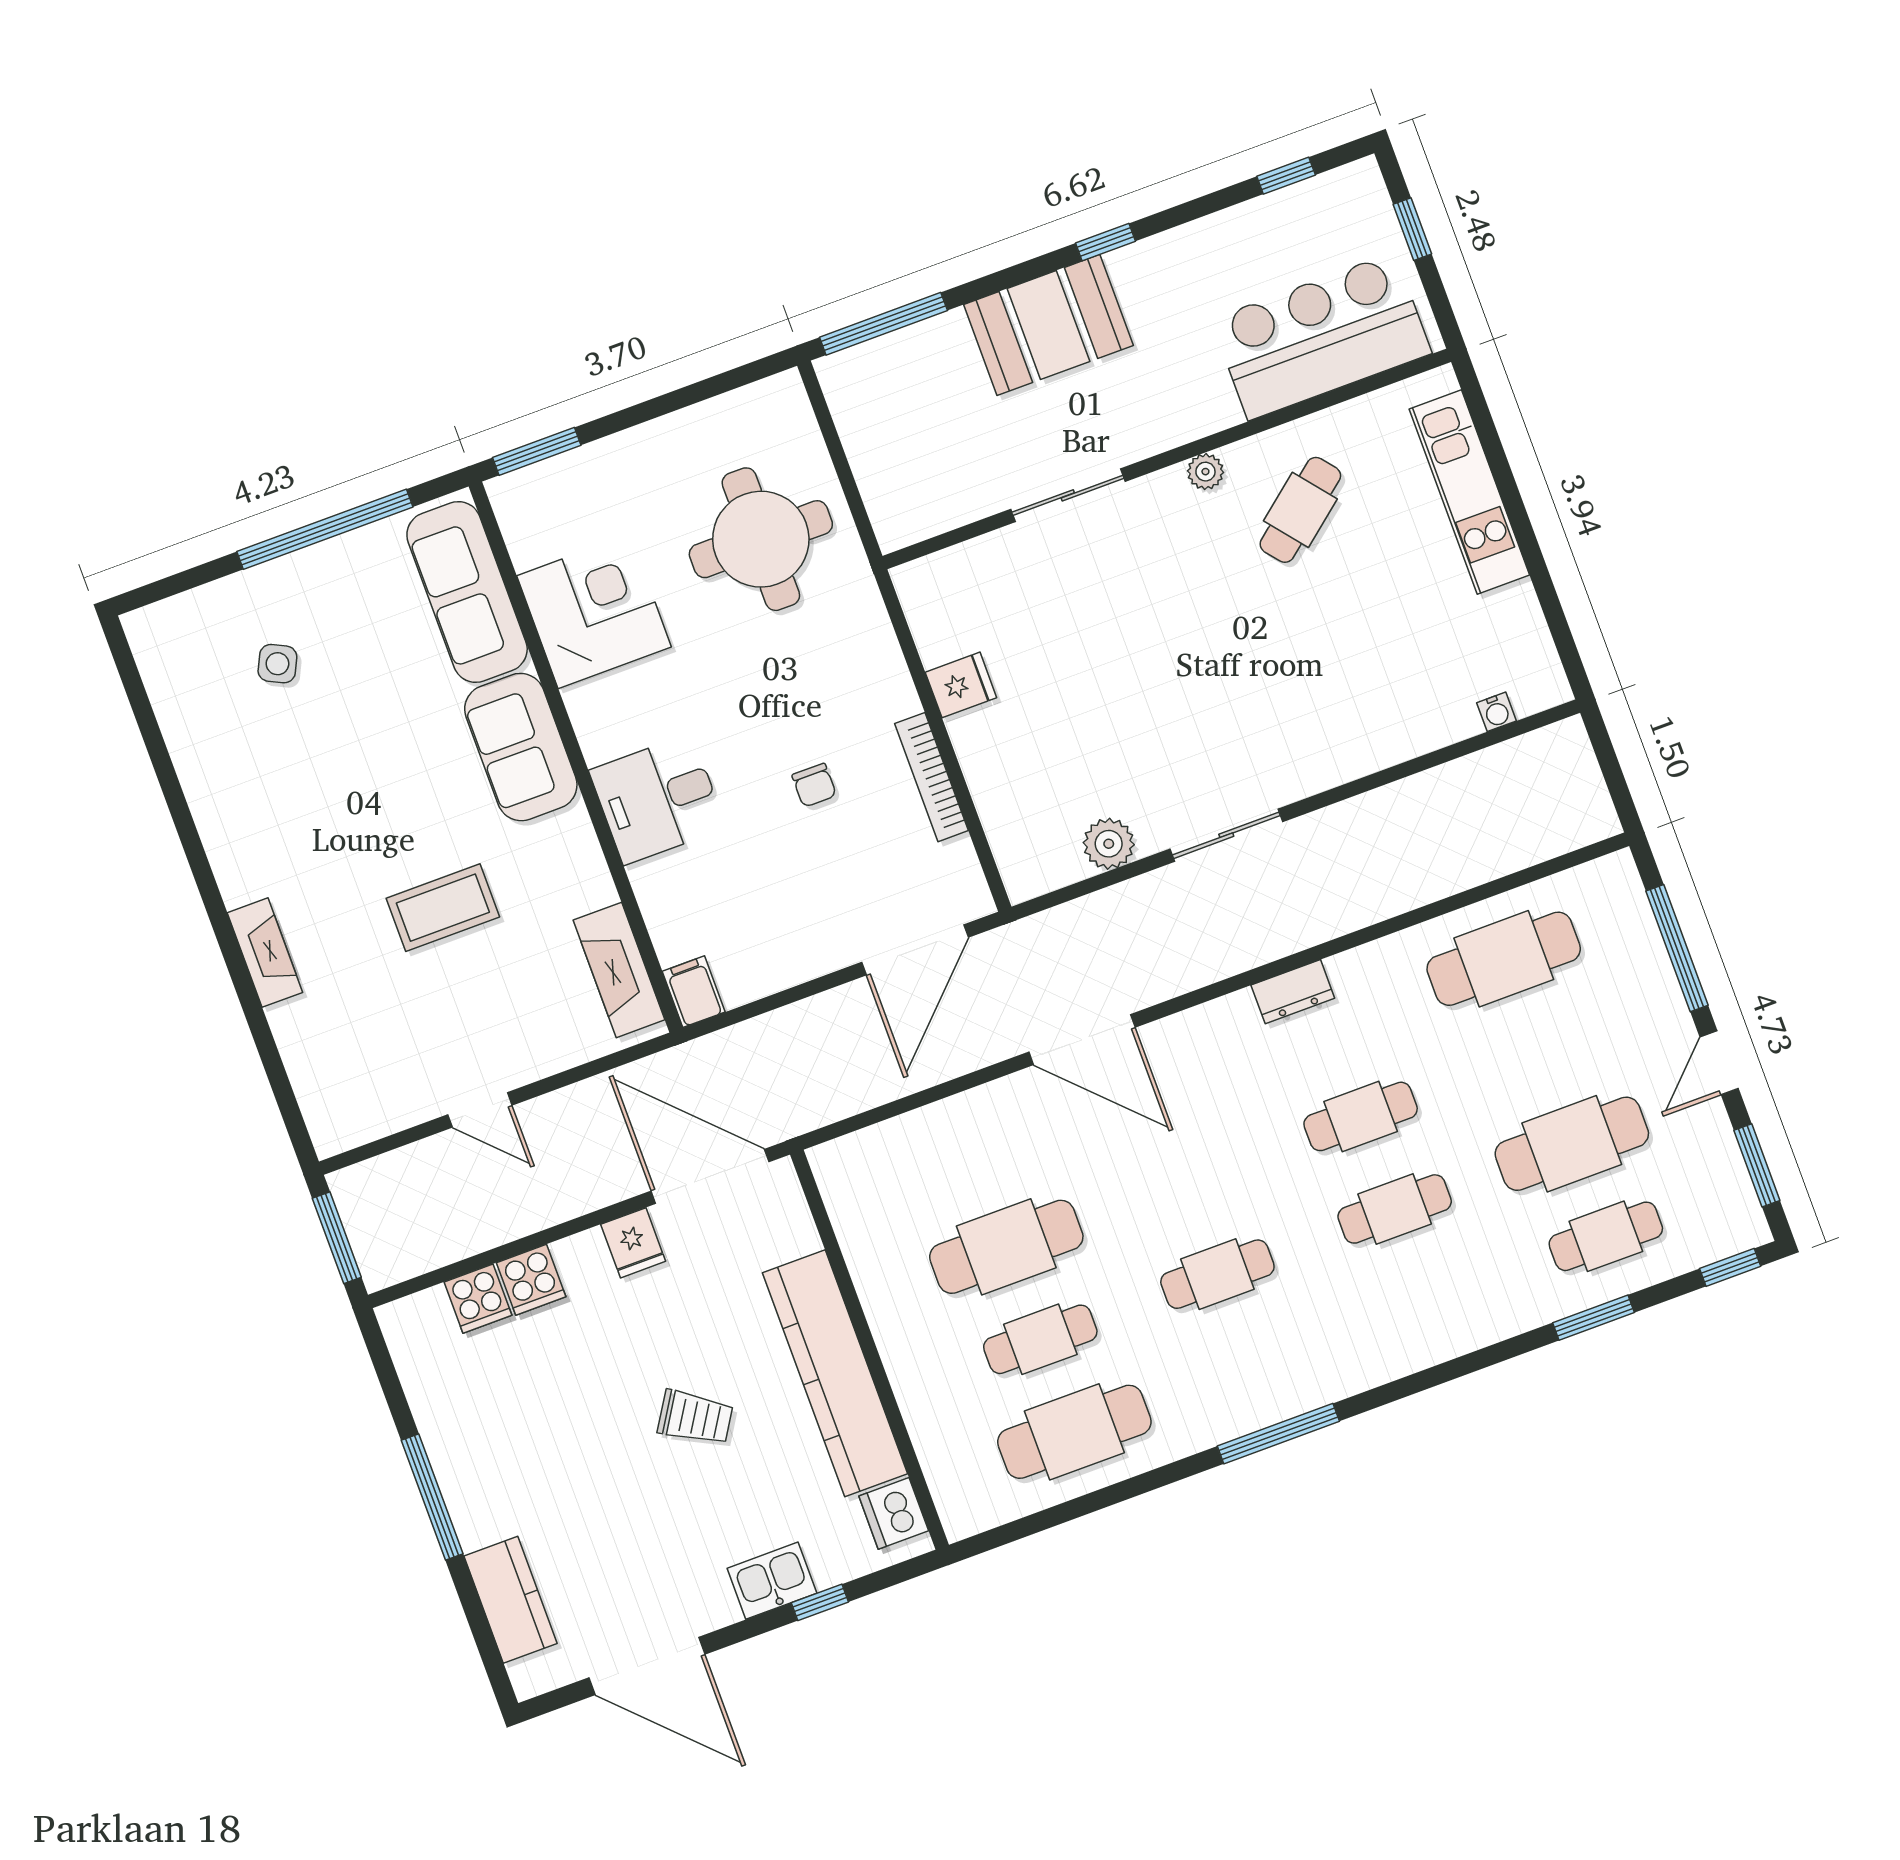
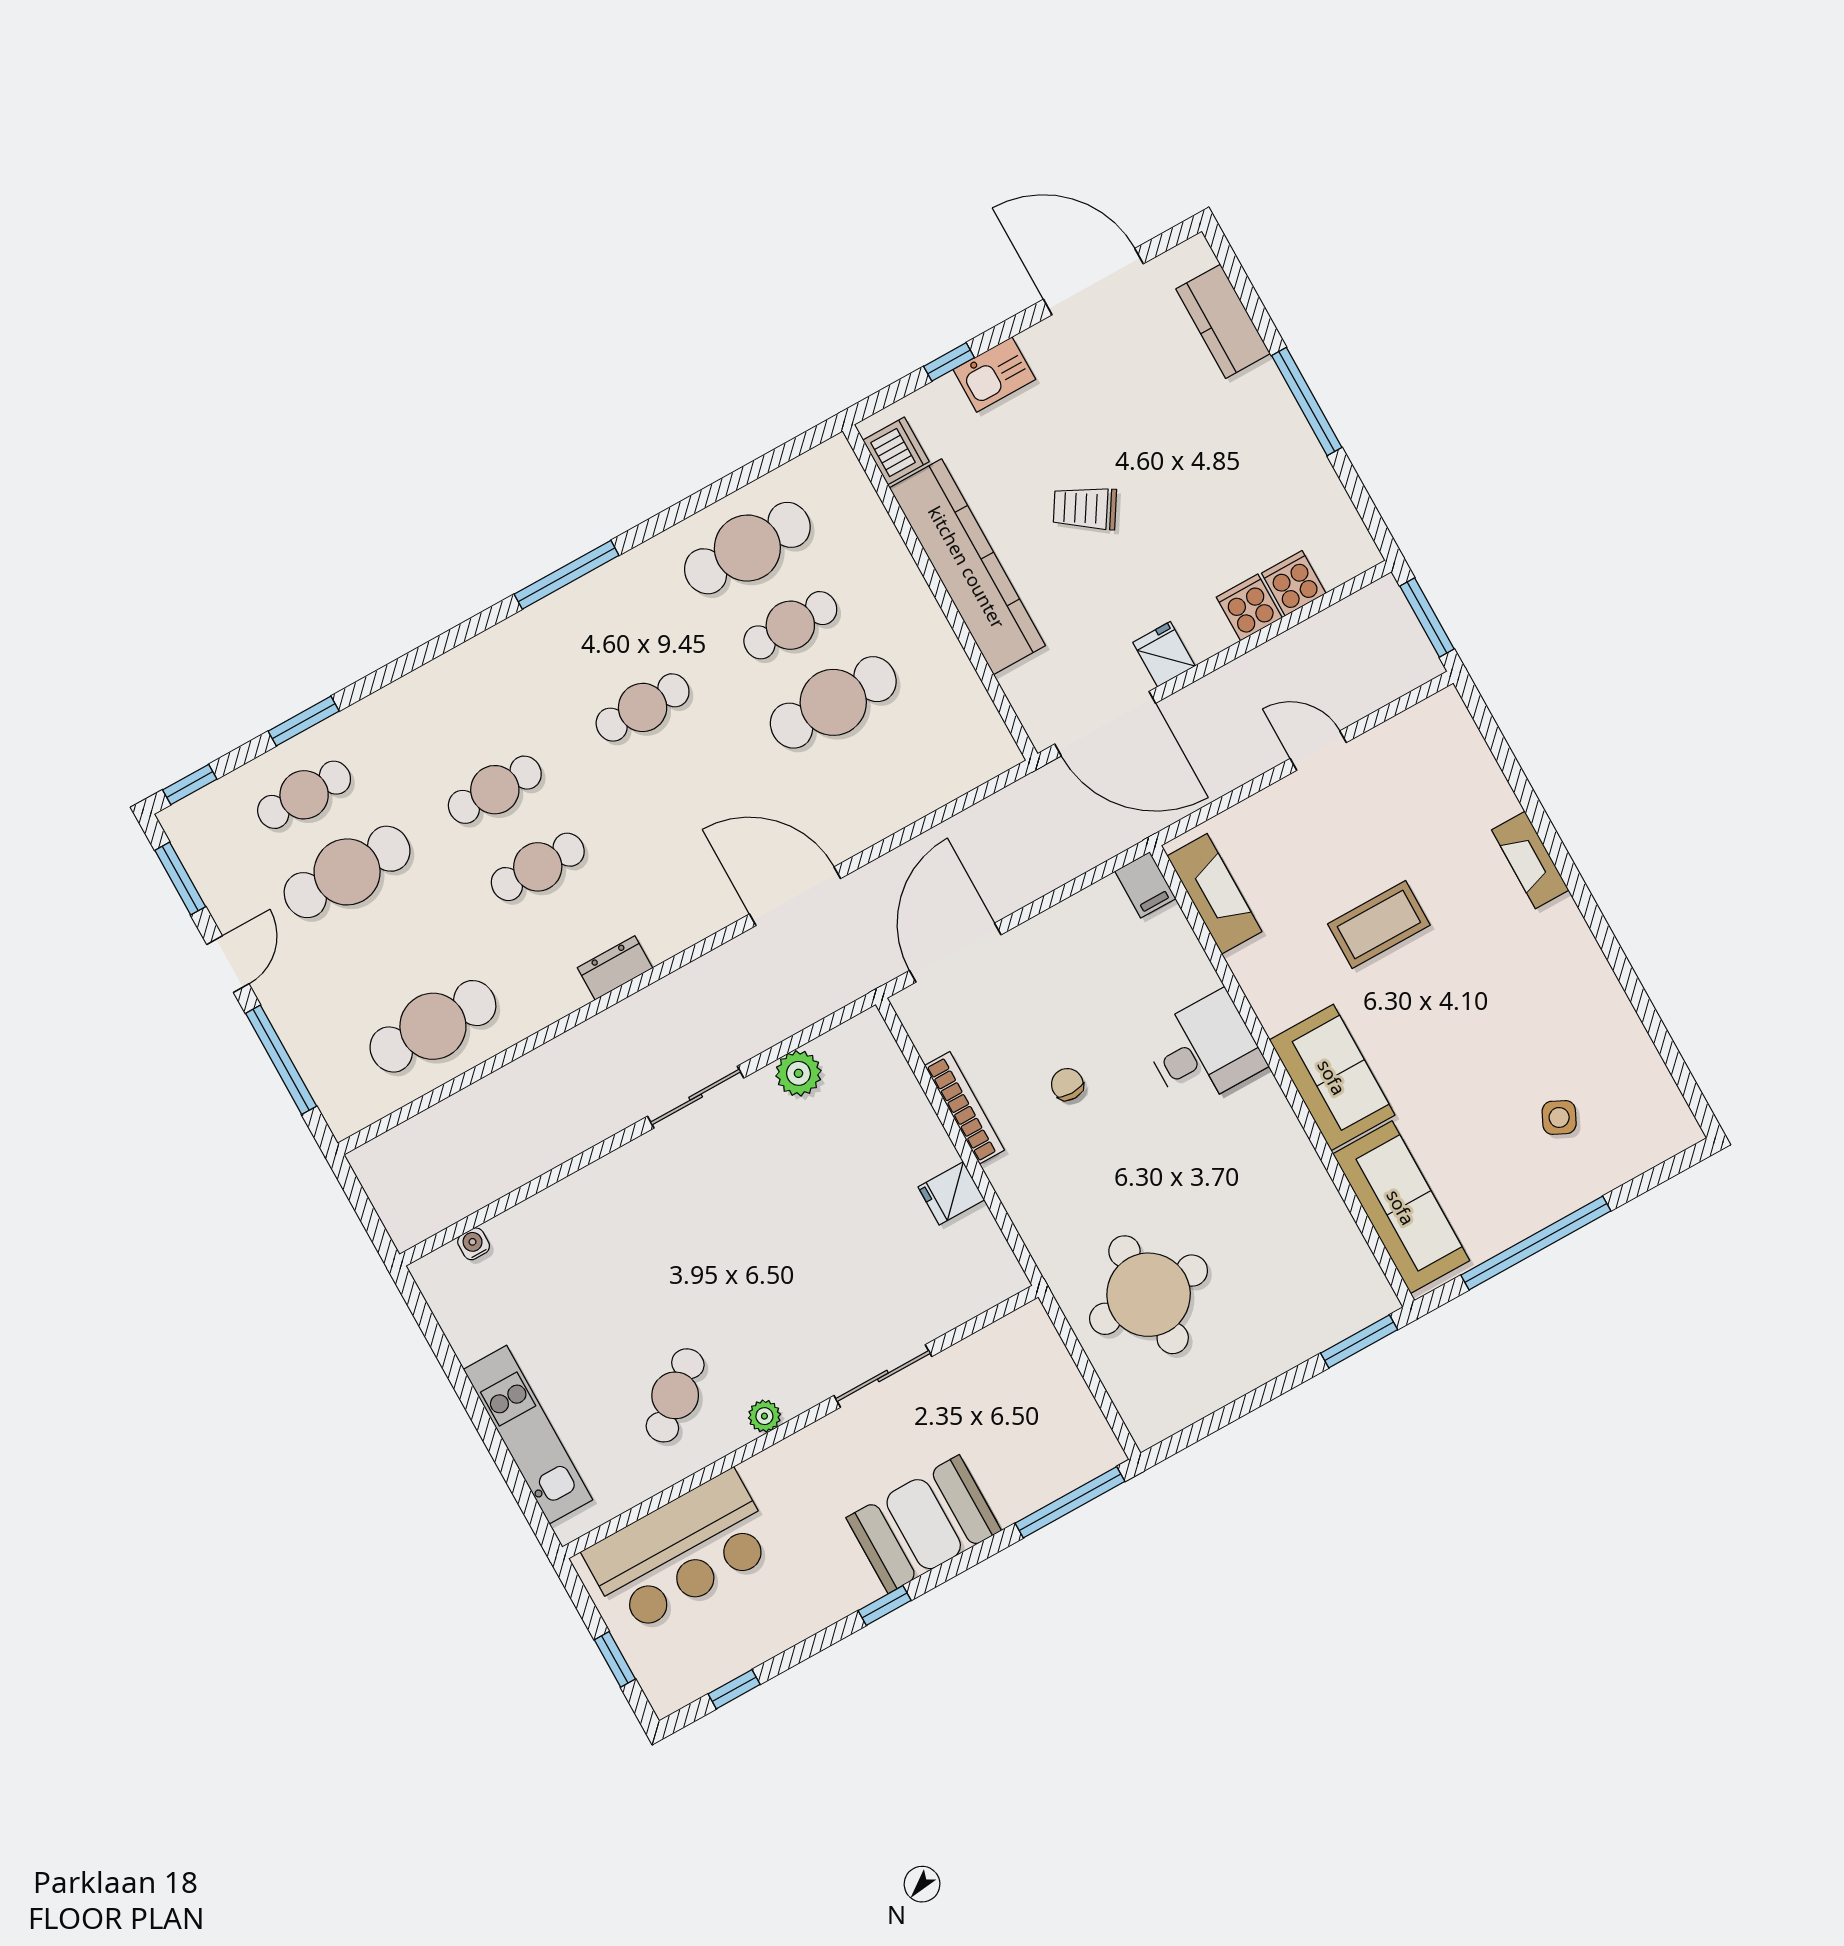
corner desk: (594, 611) -> (1286, 1208), removed

